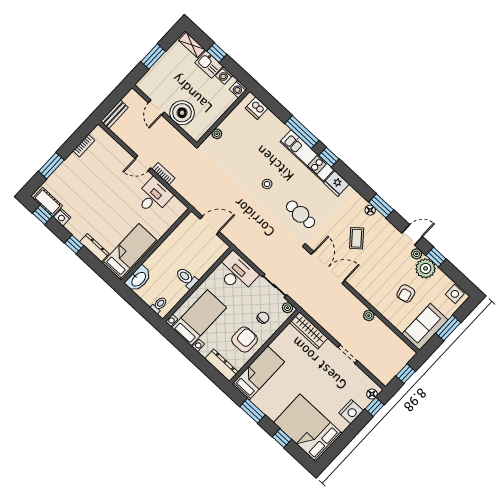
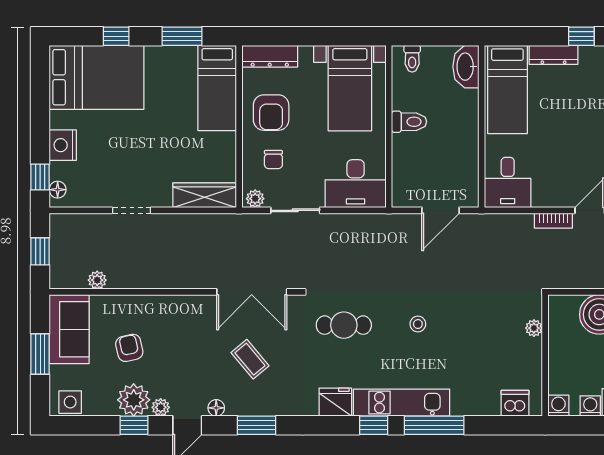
desk: (154, 196) -> (508, 183), moved
floor lamp: (370, 210) -> (216, 408), moved
plant: (369, 316) -> (97, 280), moved

